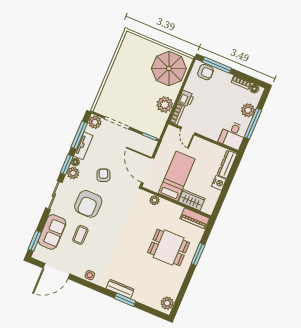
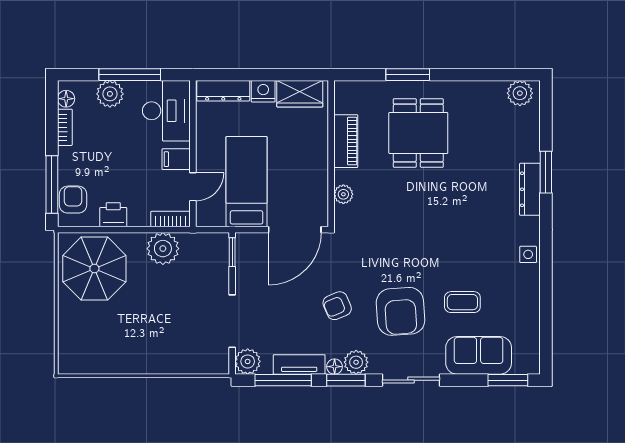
printer: (186, 99) -> (113, 215), moved
filing cabinet: (204, 129) -> (176, 159), added
desk: (233, 135) -> (166, 111), width x1.37
bed: (177, 176) -> (247, 182), moved, turned 90
wardrobe: (192, 200) -> (300, 94), moved, turned -90
armchair: (88, 204) -> (401, 311), turned 86
piano: (195, 218) -> (346, 141), moved
door: (56, 271) -> (546, 318), removed

